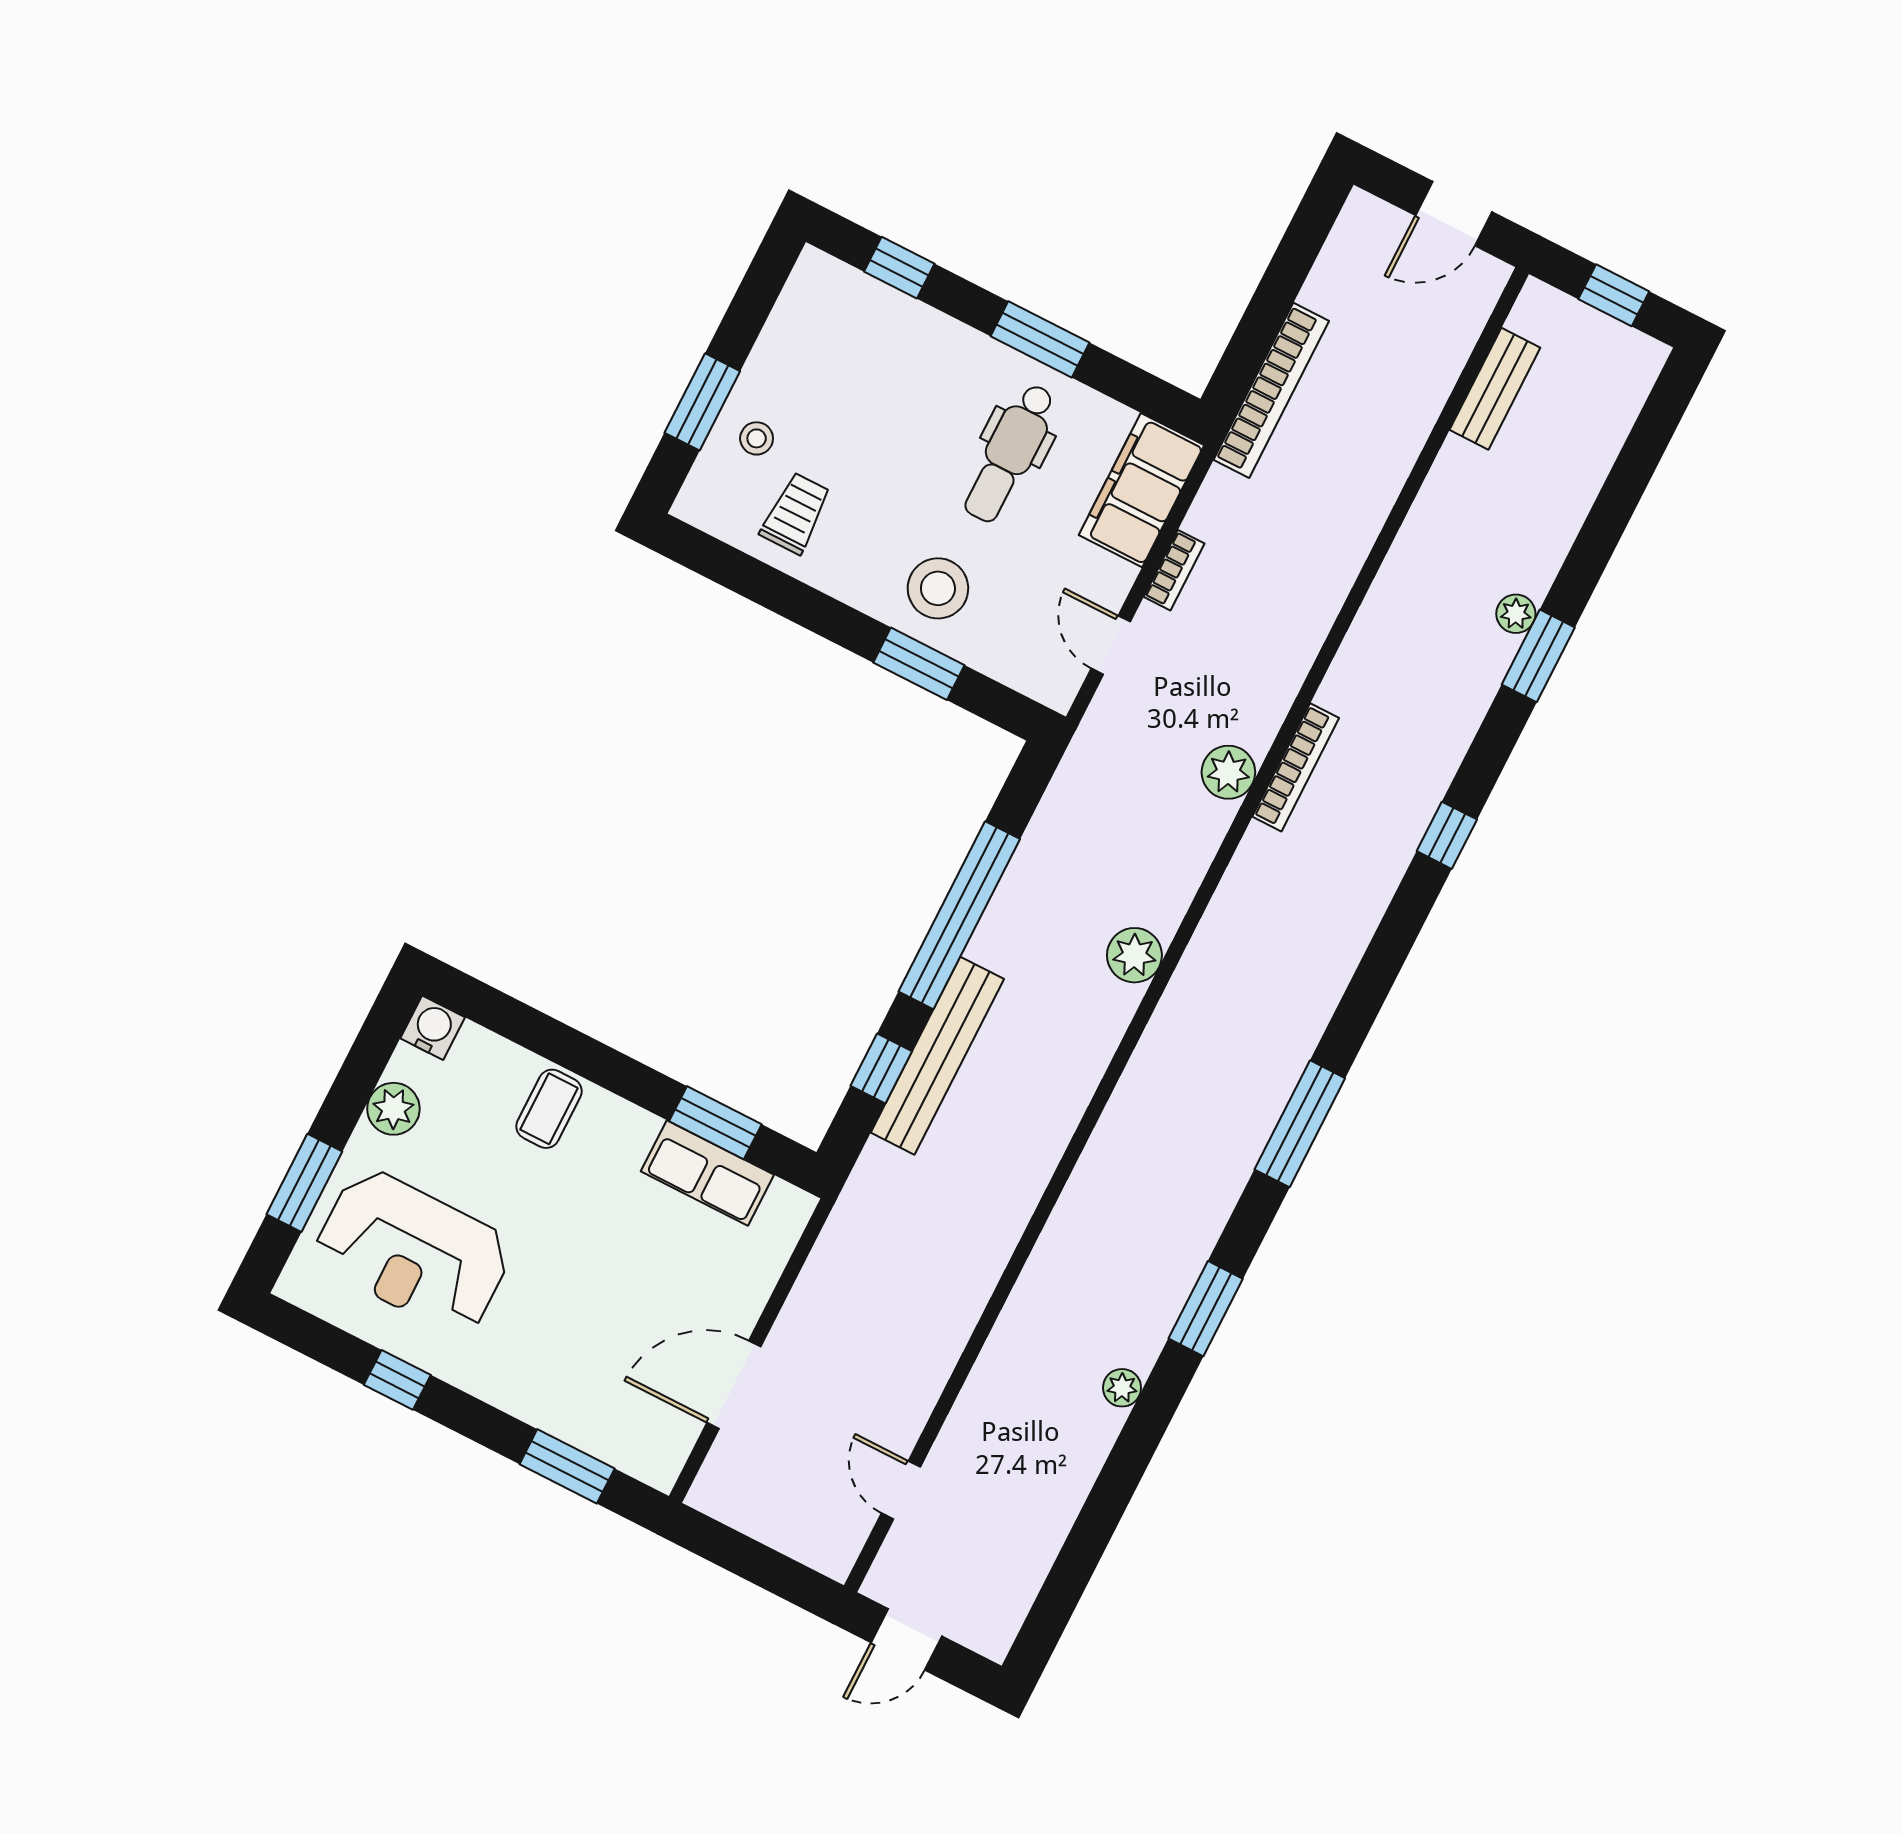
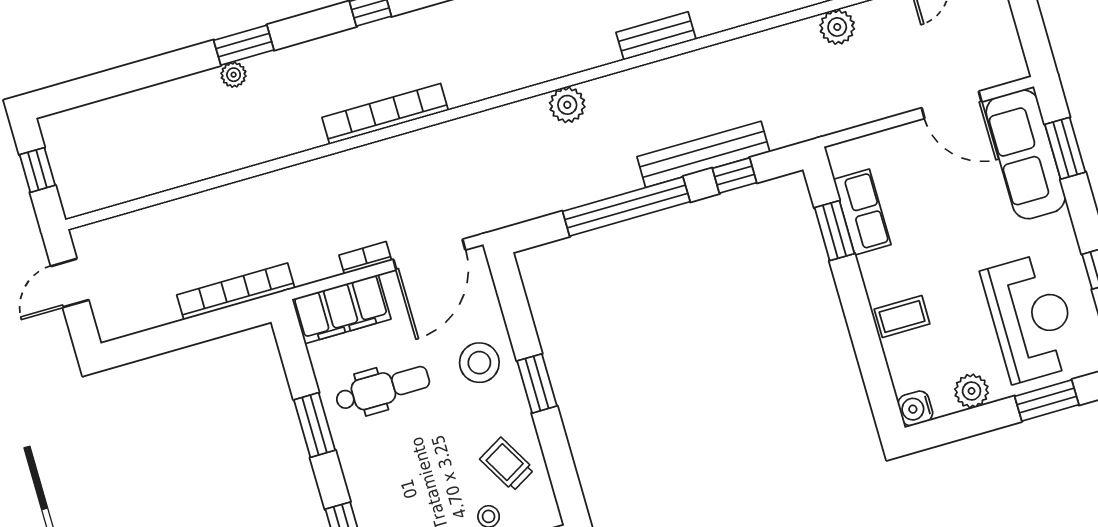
door: (1454, 214) -> (70, 283), swing flipped
bench: (1495, 389) -> (656, 36), moved
trolley: (796, 513) -> (507, 464), turned 60
door: (1111, 645) -> (429, 255), width x1.87
window: (919, 664) -> (537, 383), moved
bookcase: (1296, 767) -> (385, 114), width x1.48, depth x1.31
plant: (1228, 772) -> (837, 27), moved
sofa: (601, 1416) -> (1026, 154), added

